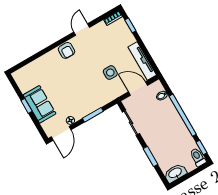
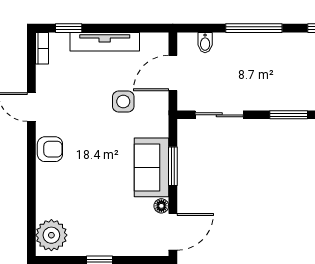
tv unit: (142, 61) -> (105, 42), moved
plant: (25, 75) -> (51, 235), added
sofa: (39, 104) -> (151, 167), moved, turned -90
window: (183, 115) -> (254, 28), width x0.68
door: (61, 133) -> (173, 232), hinge flipped

